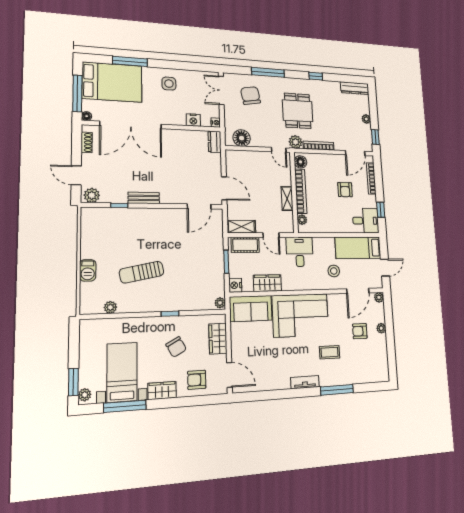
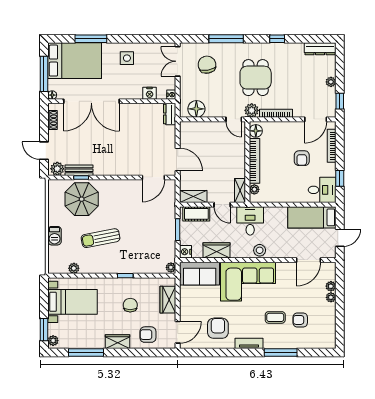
bench: (144, 198) -> (79, 170), moved
shelving: (287, 199) -> (240, 191), moved
parasol: (120, 229) -> (82, 199), added
stool: (334, 271) -> (260, 250), moved
plant: (379, 297) -> (331, 286), moved
armchair: (360, 331) -> (300, 320), moved
chair: (176, 347) -> (130, 305), turned -151
armchair: (272, 368) -> (218, 328), added
bed with nightstands: (122, 372) -> (72, 302), moved, turned 90
door: (229, 375) -> (178, 332), hinge flipped

